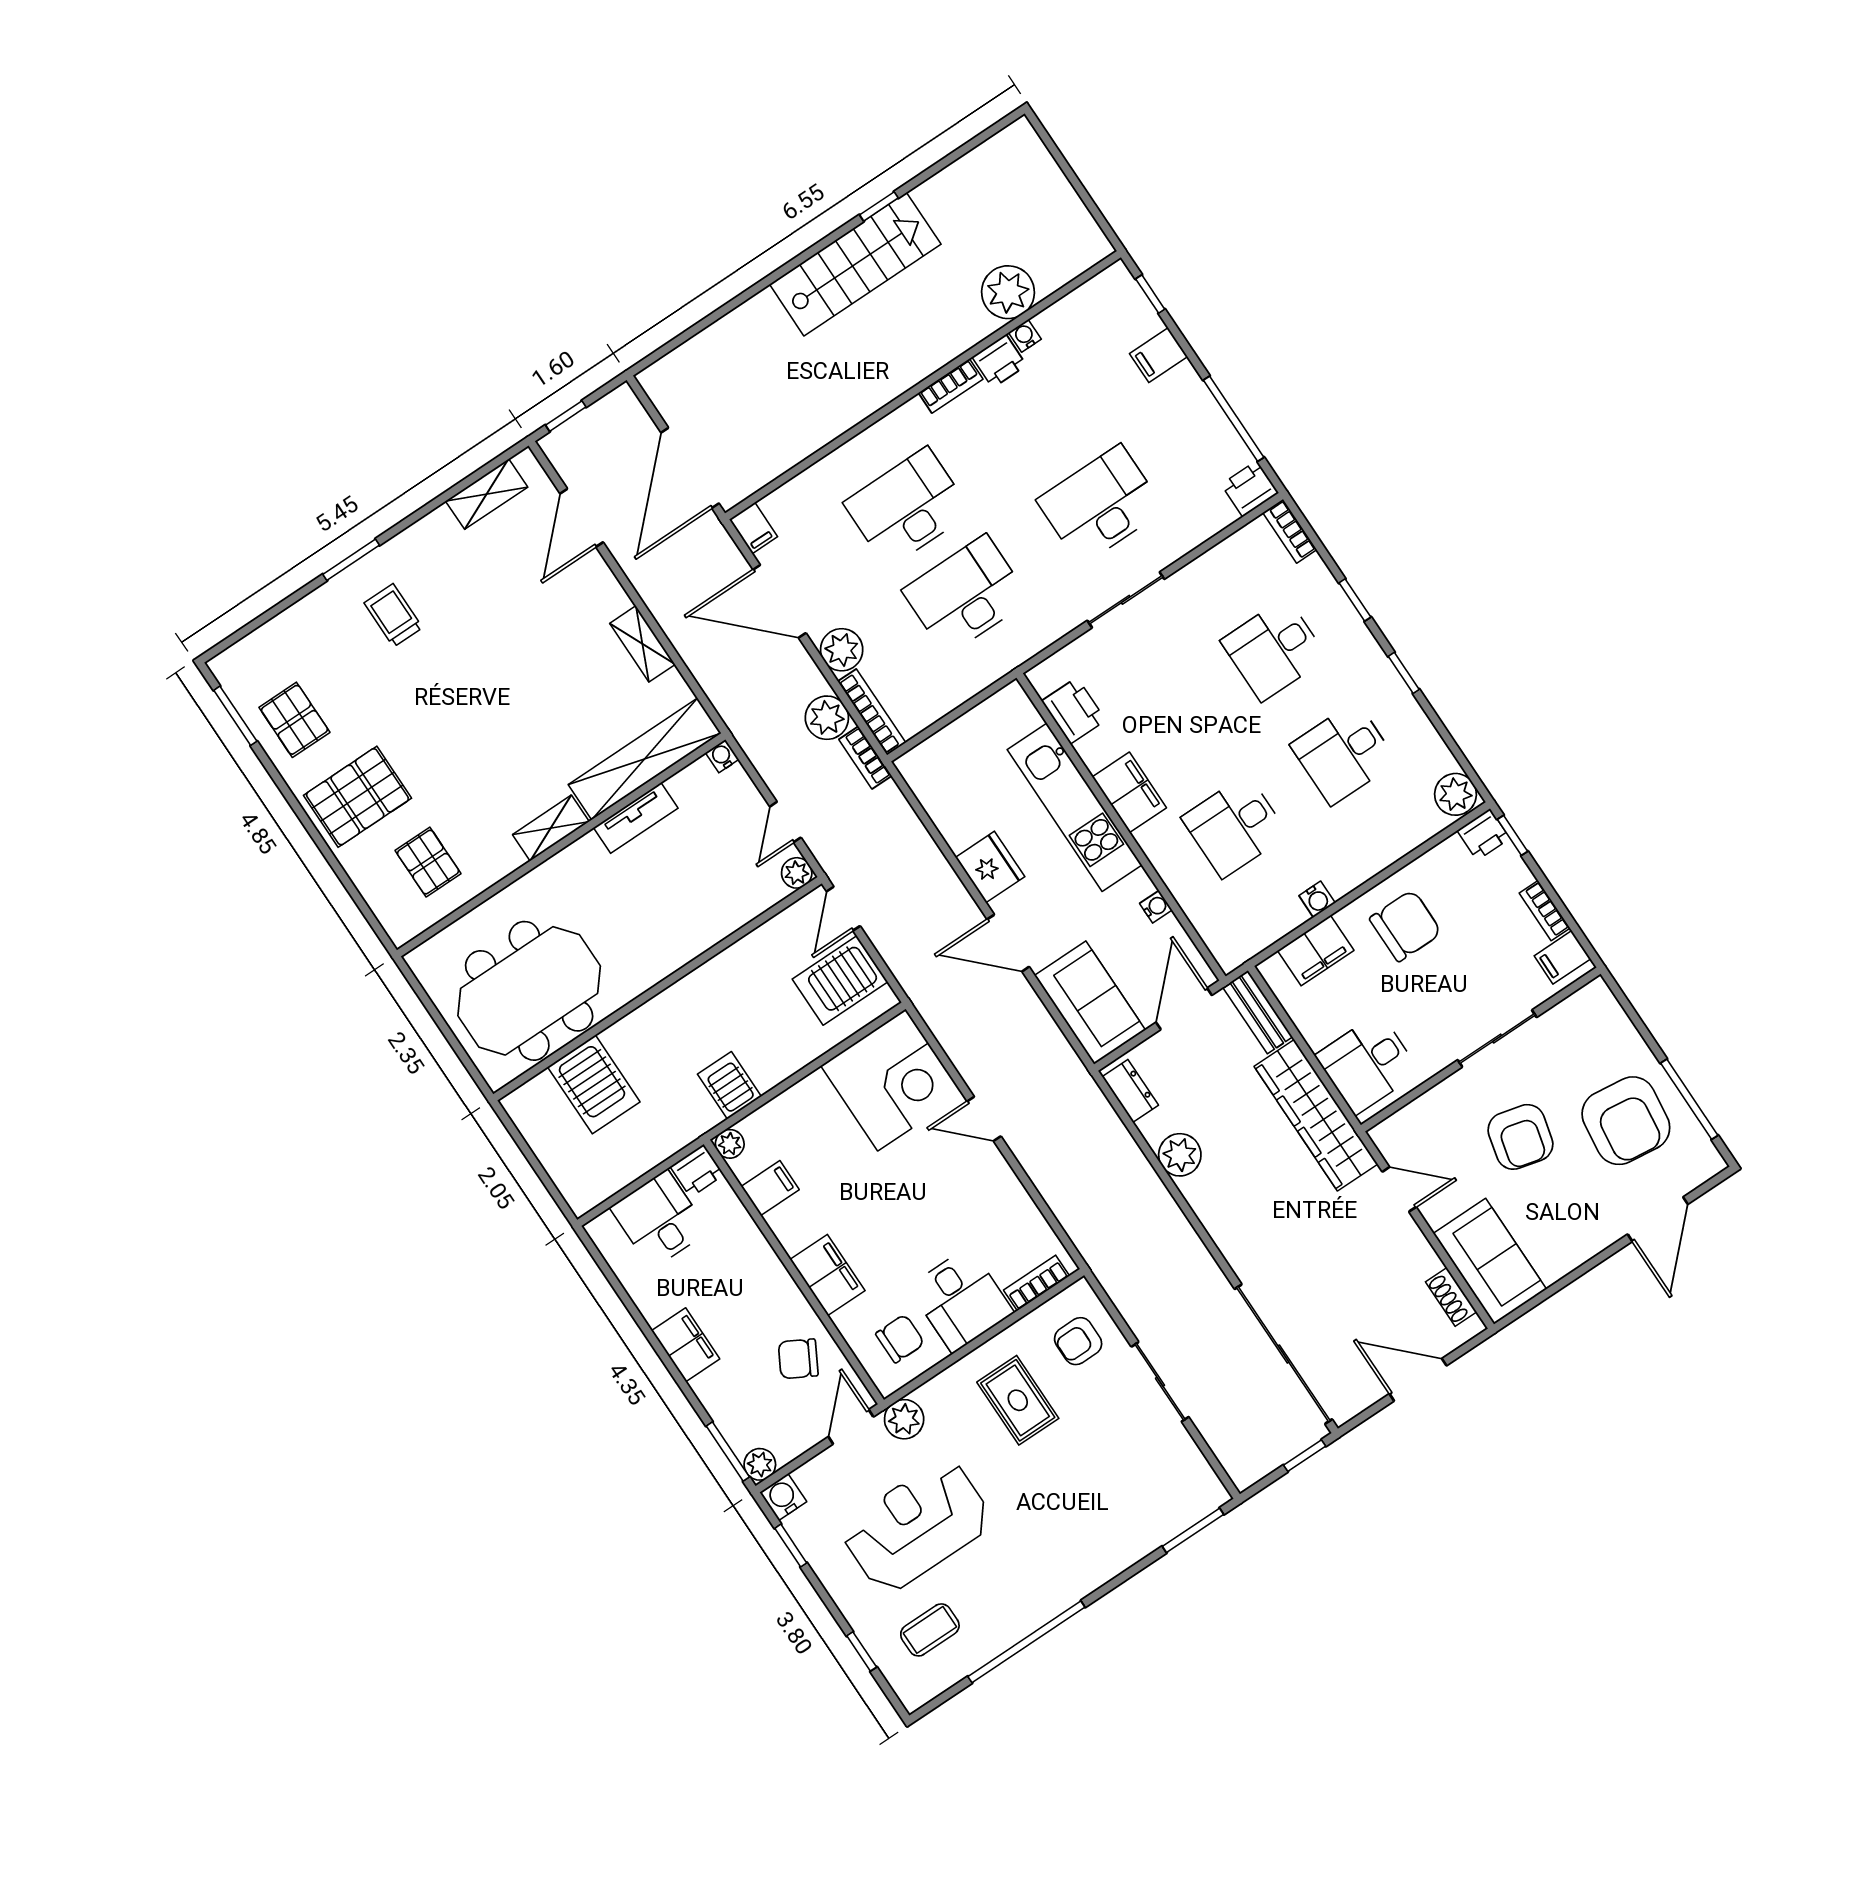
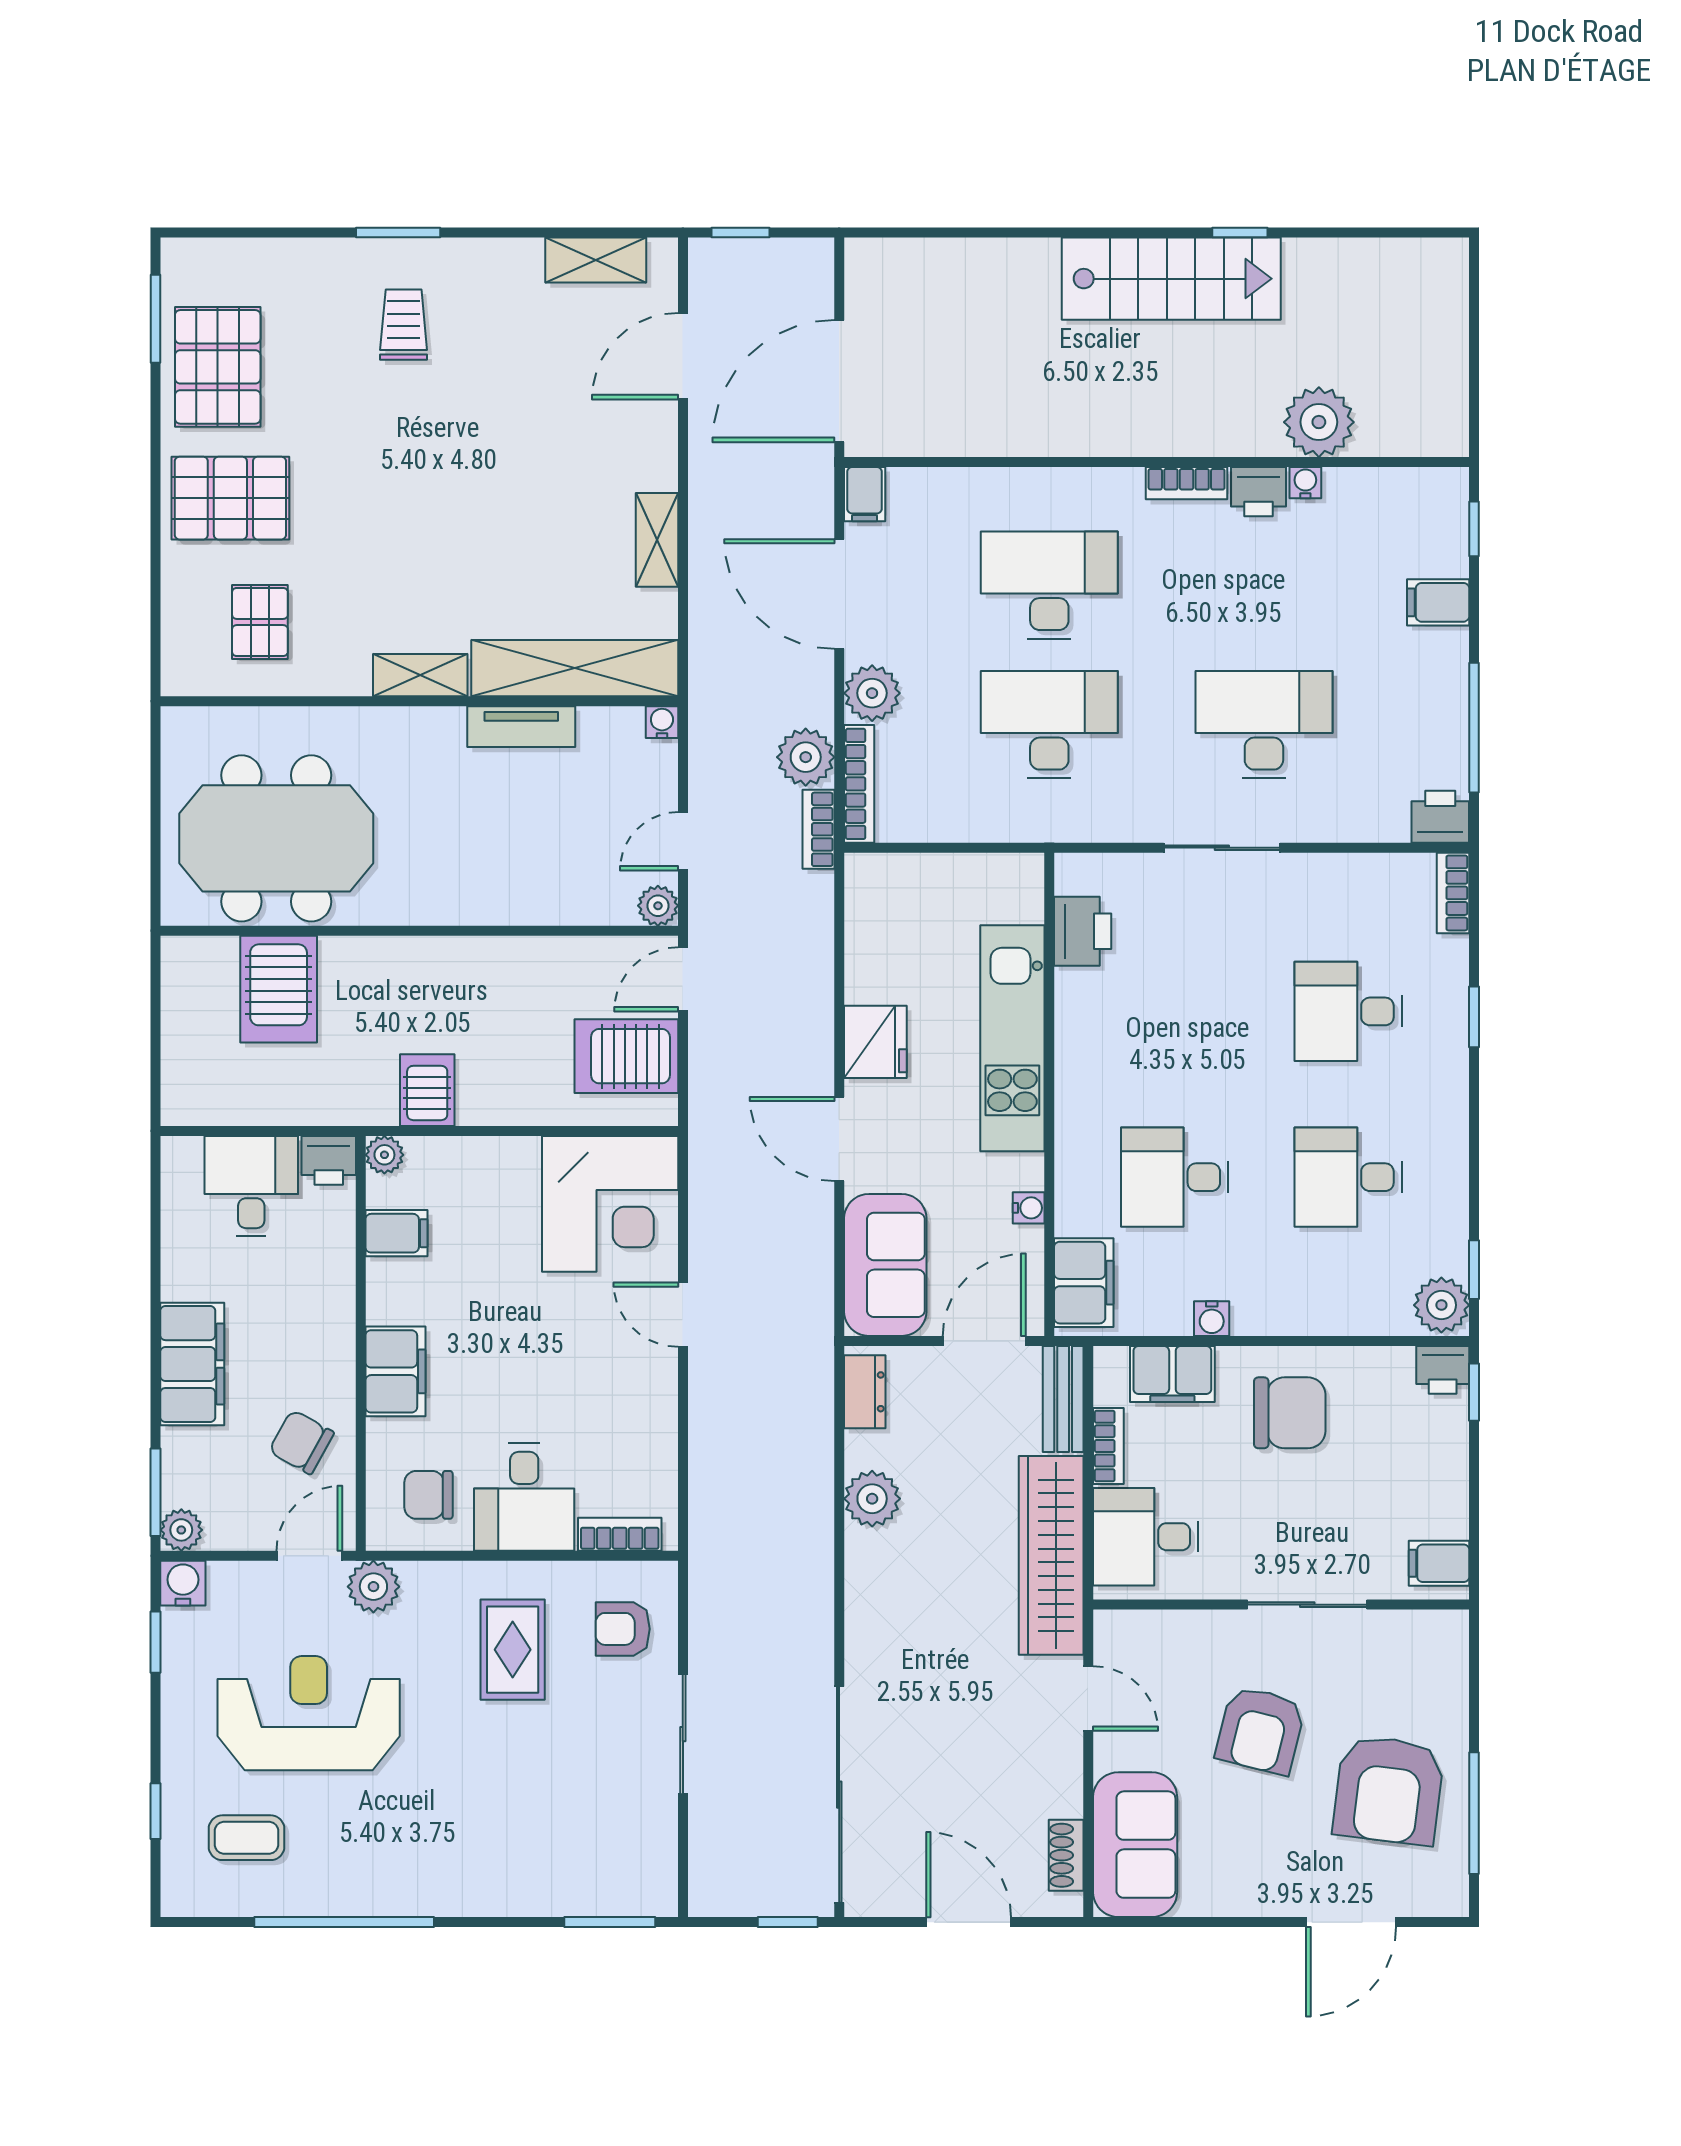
window: (1404, 673) -> (1474, 1270), moved
pallet: (294, 720) -> (218, 367), width x1.50, depth x1.42
filing cabinet: (1129, 792) -> (1084, 1283), moved
bookcase: (1545, 911) -> (1108, 1446), moved, turned 180
chair: (900, 1339) -> (428, 1495), turned 180
filing cabinet: (686, 1345) -> (192, 1364), width x1.50, depth x1.17

